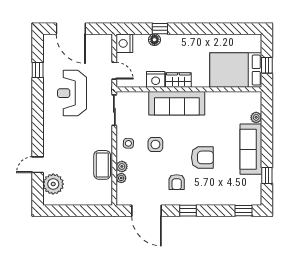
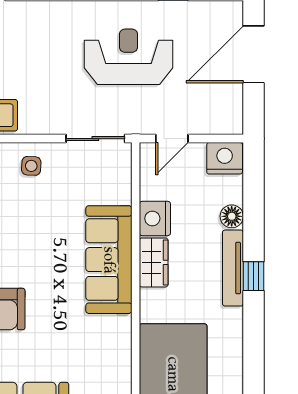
window: (160, 29) -> (253, 276), moved
tv unit: (181, 39) -> (233, 268), added
side table: (155, 145) -> (29, 218), removed

